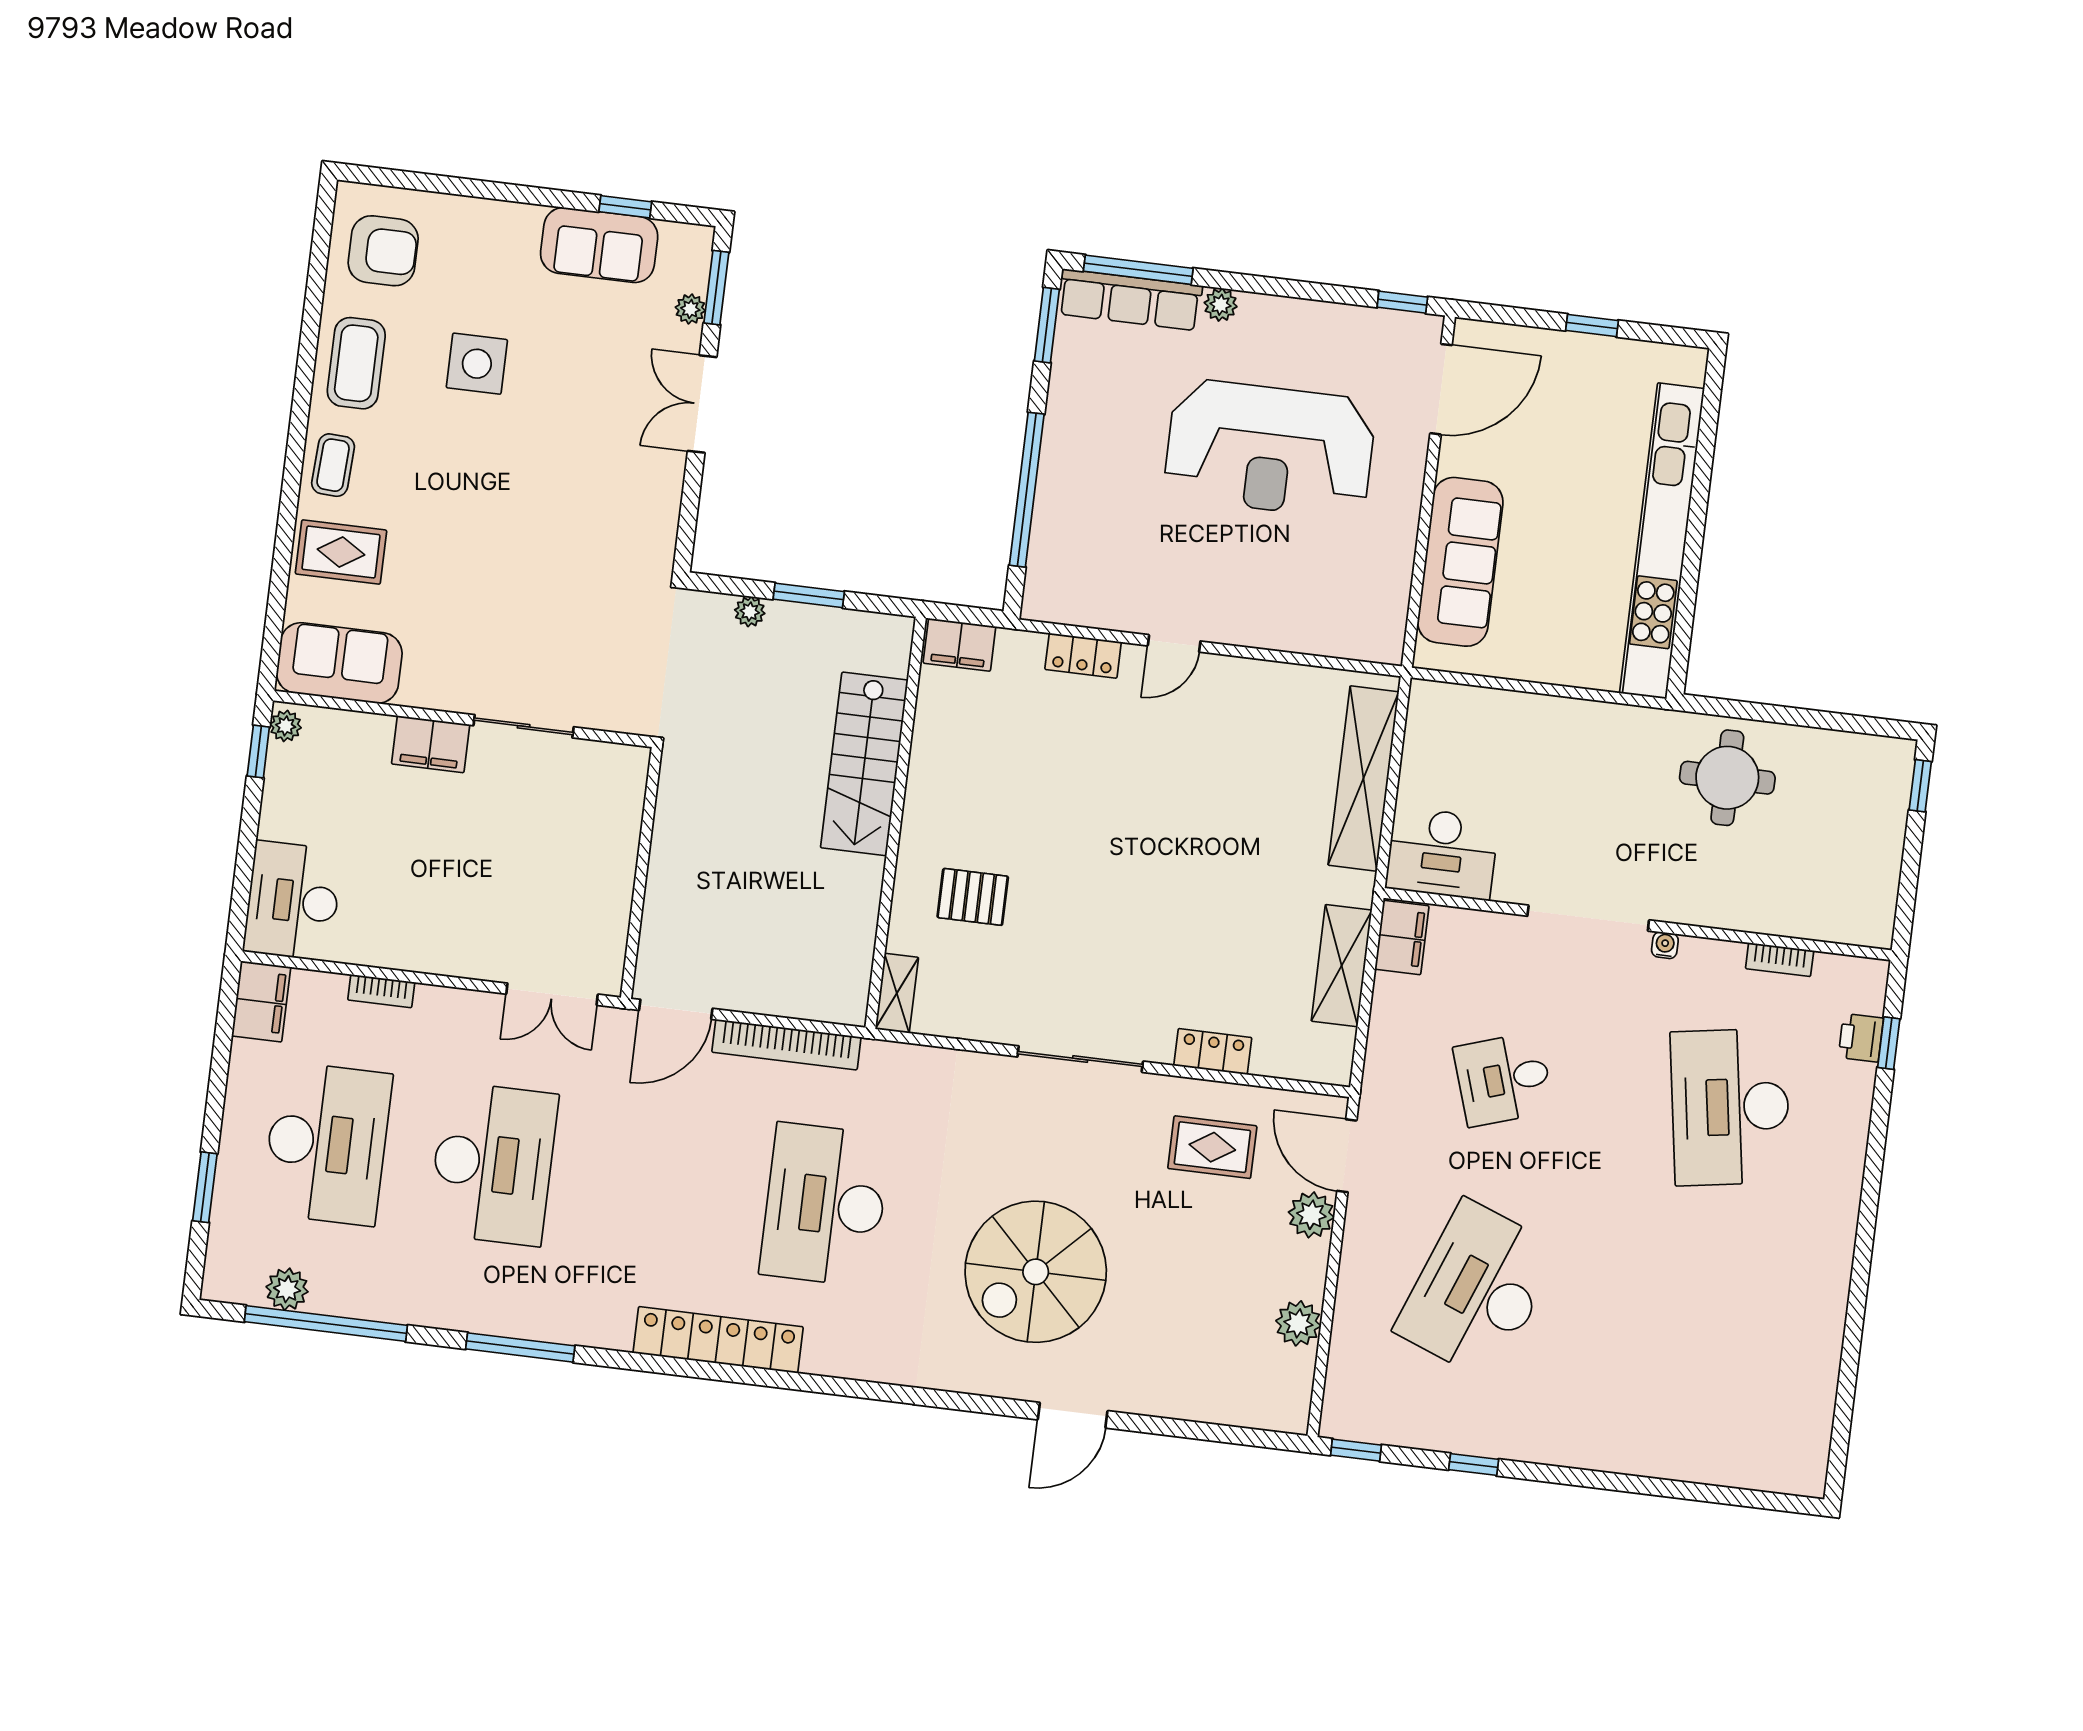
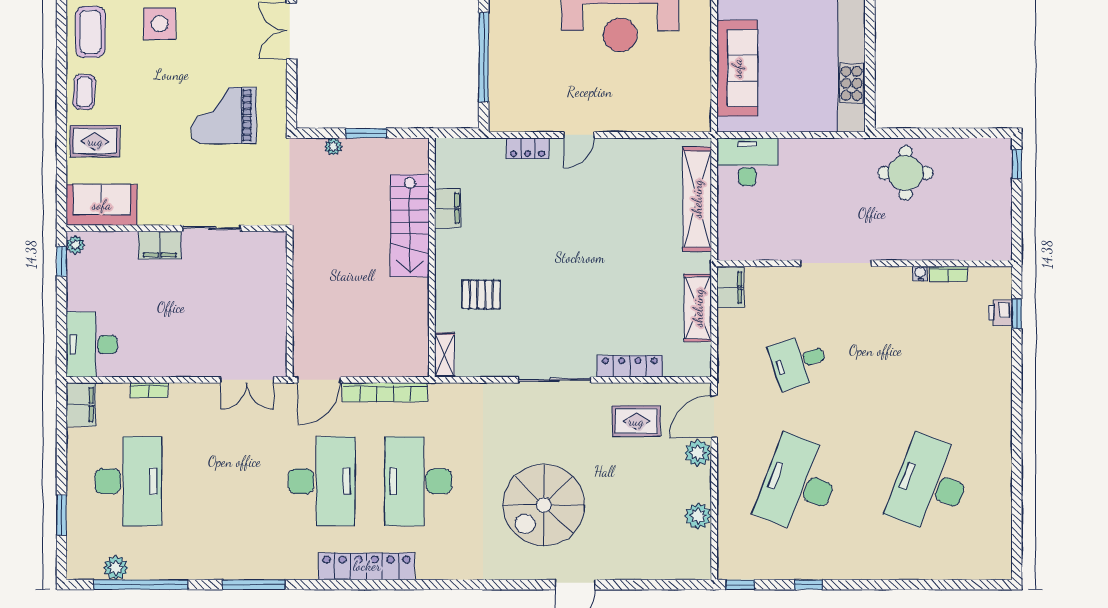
grand piano: (568, 535) -> (224, 115), added
filing cabinet: (959, 645) -> (448, 208), moved, turned -90
desk: (1442, 853) -> (747, 162), moved, turned 180
water cooler: (1665, 945) -> (920, 273), moved
locker: (1213, 1052) -> (630, 366), width x1.53
desk: (1730, 1107) -> (930, 484), moved, turned 30
door: (1347, 1156) -> (714, 416), hinge flipped
desk: (493, 1164) -> (322, 481), moved

